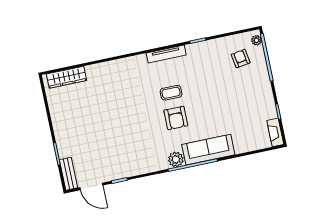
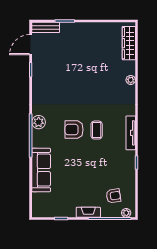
plant: (107, 66) -> (131, 80), added
fireplace: (275, 132) -> (88, 212), moved
sofa: (208, 150) -> (41, 170), moved

